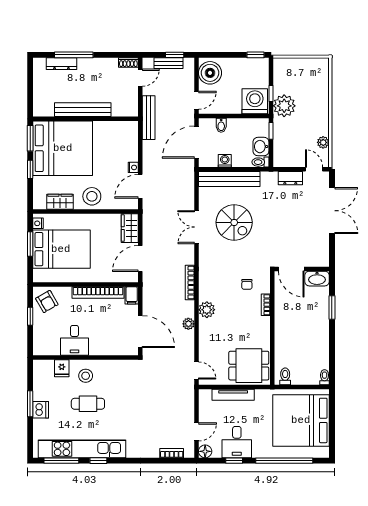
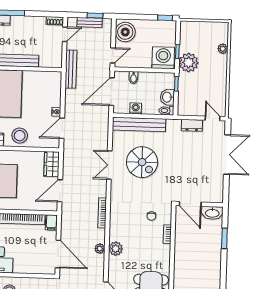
plant: (323, 142) -> (223, 49), moved
plant: (207, 310) -> (116, 249), moved

